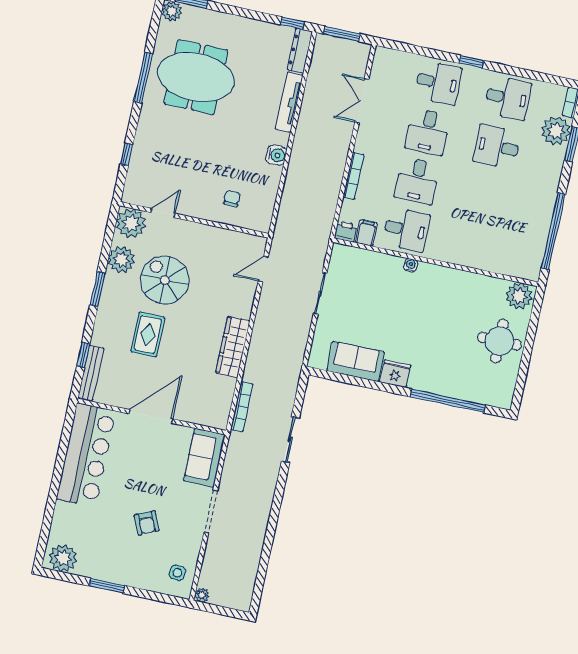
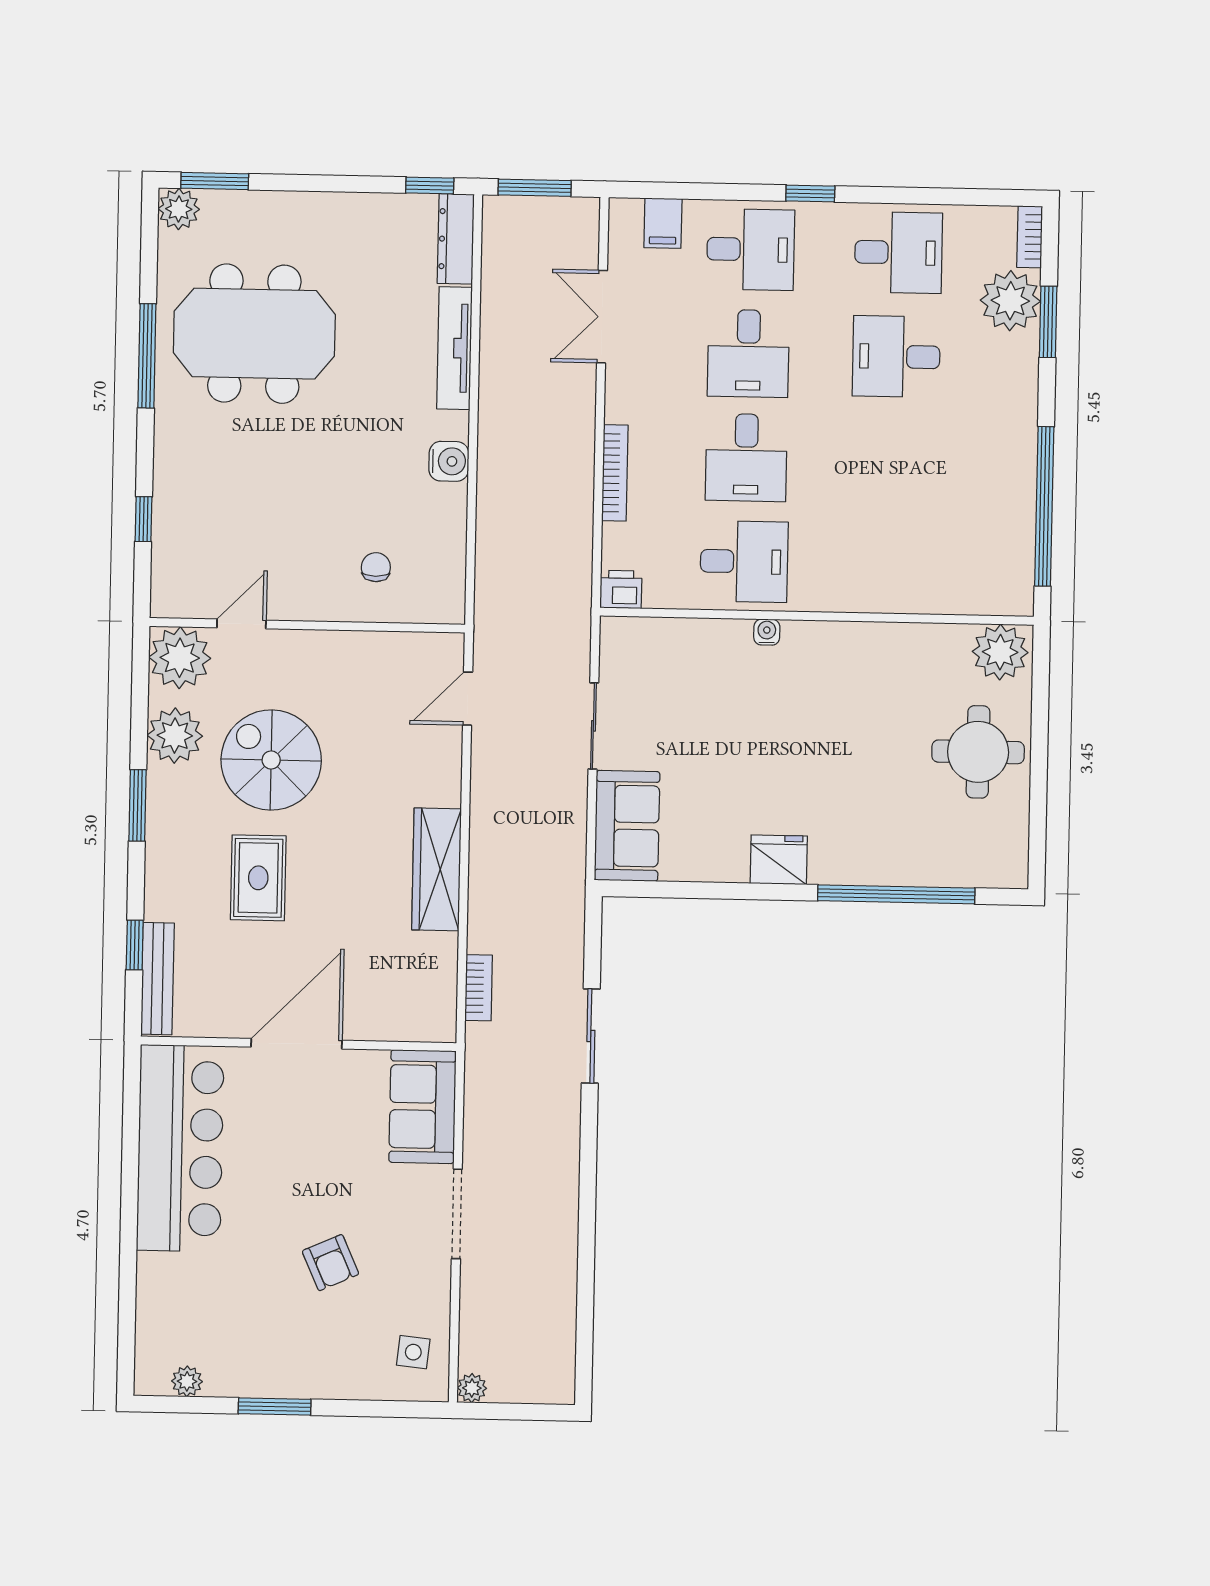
filing cabinet: (366, 233) -> (663, 223), moved, turned 180
sofa: (356, 361) -> (627, 826), moved, turned 90
bookcase: (242, 407) -> (479, 988), width x0.64
plant: (63, 558) -> (187, 1381), width x0.53, depth x0.53

